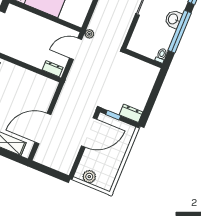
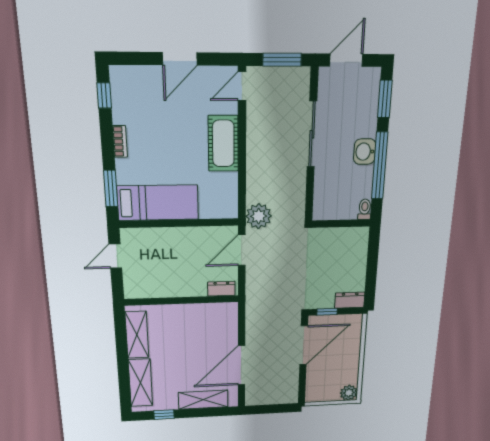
plant: (89, 34) -> (259, 216), width x1.88, depth x1.88
plant: (89, 177) -> (349, 393), moved

